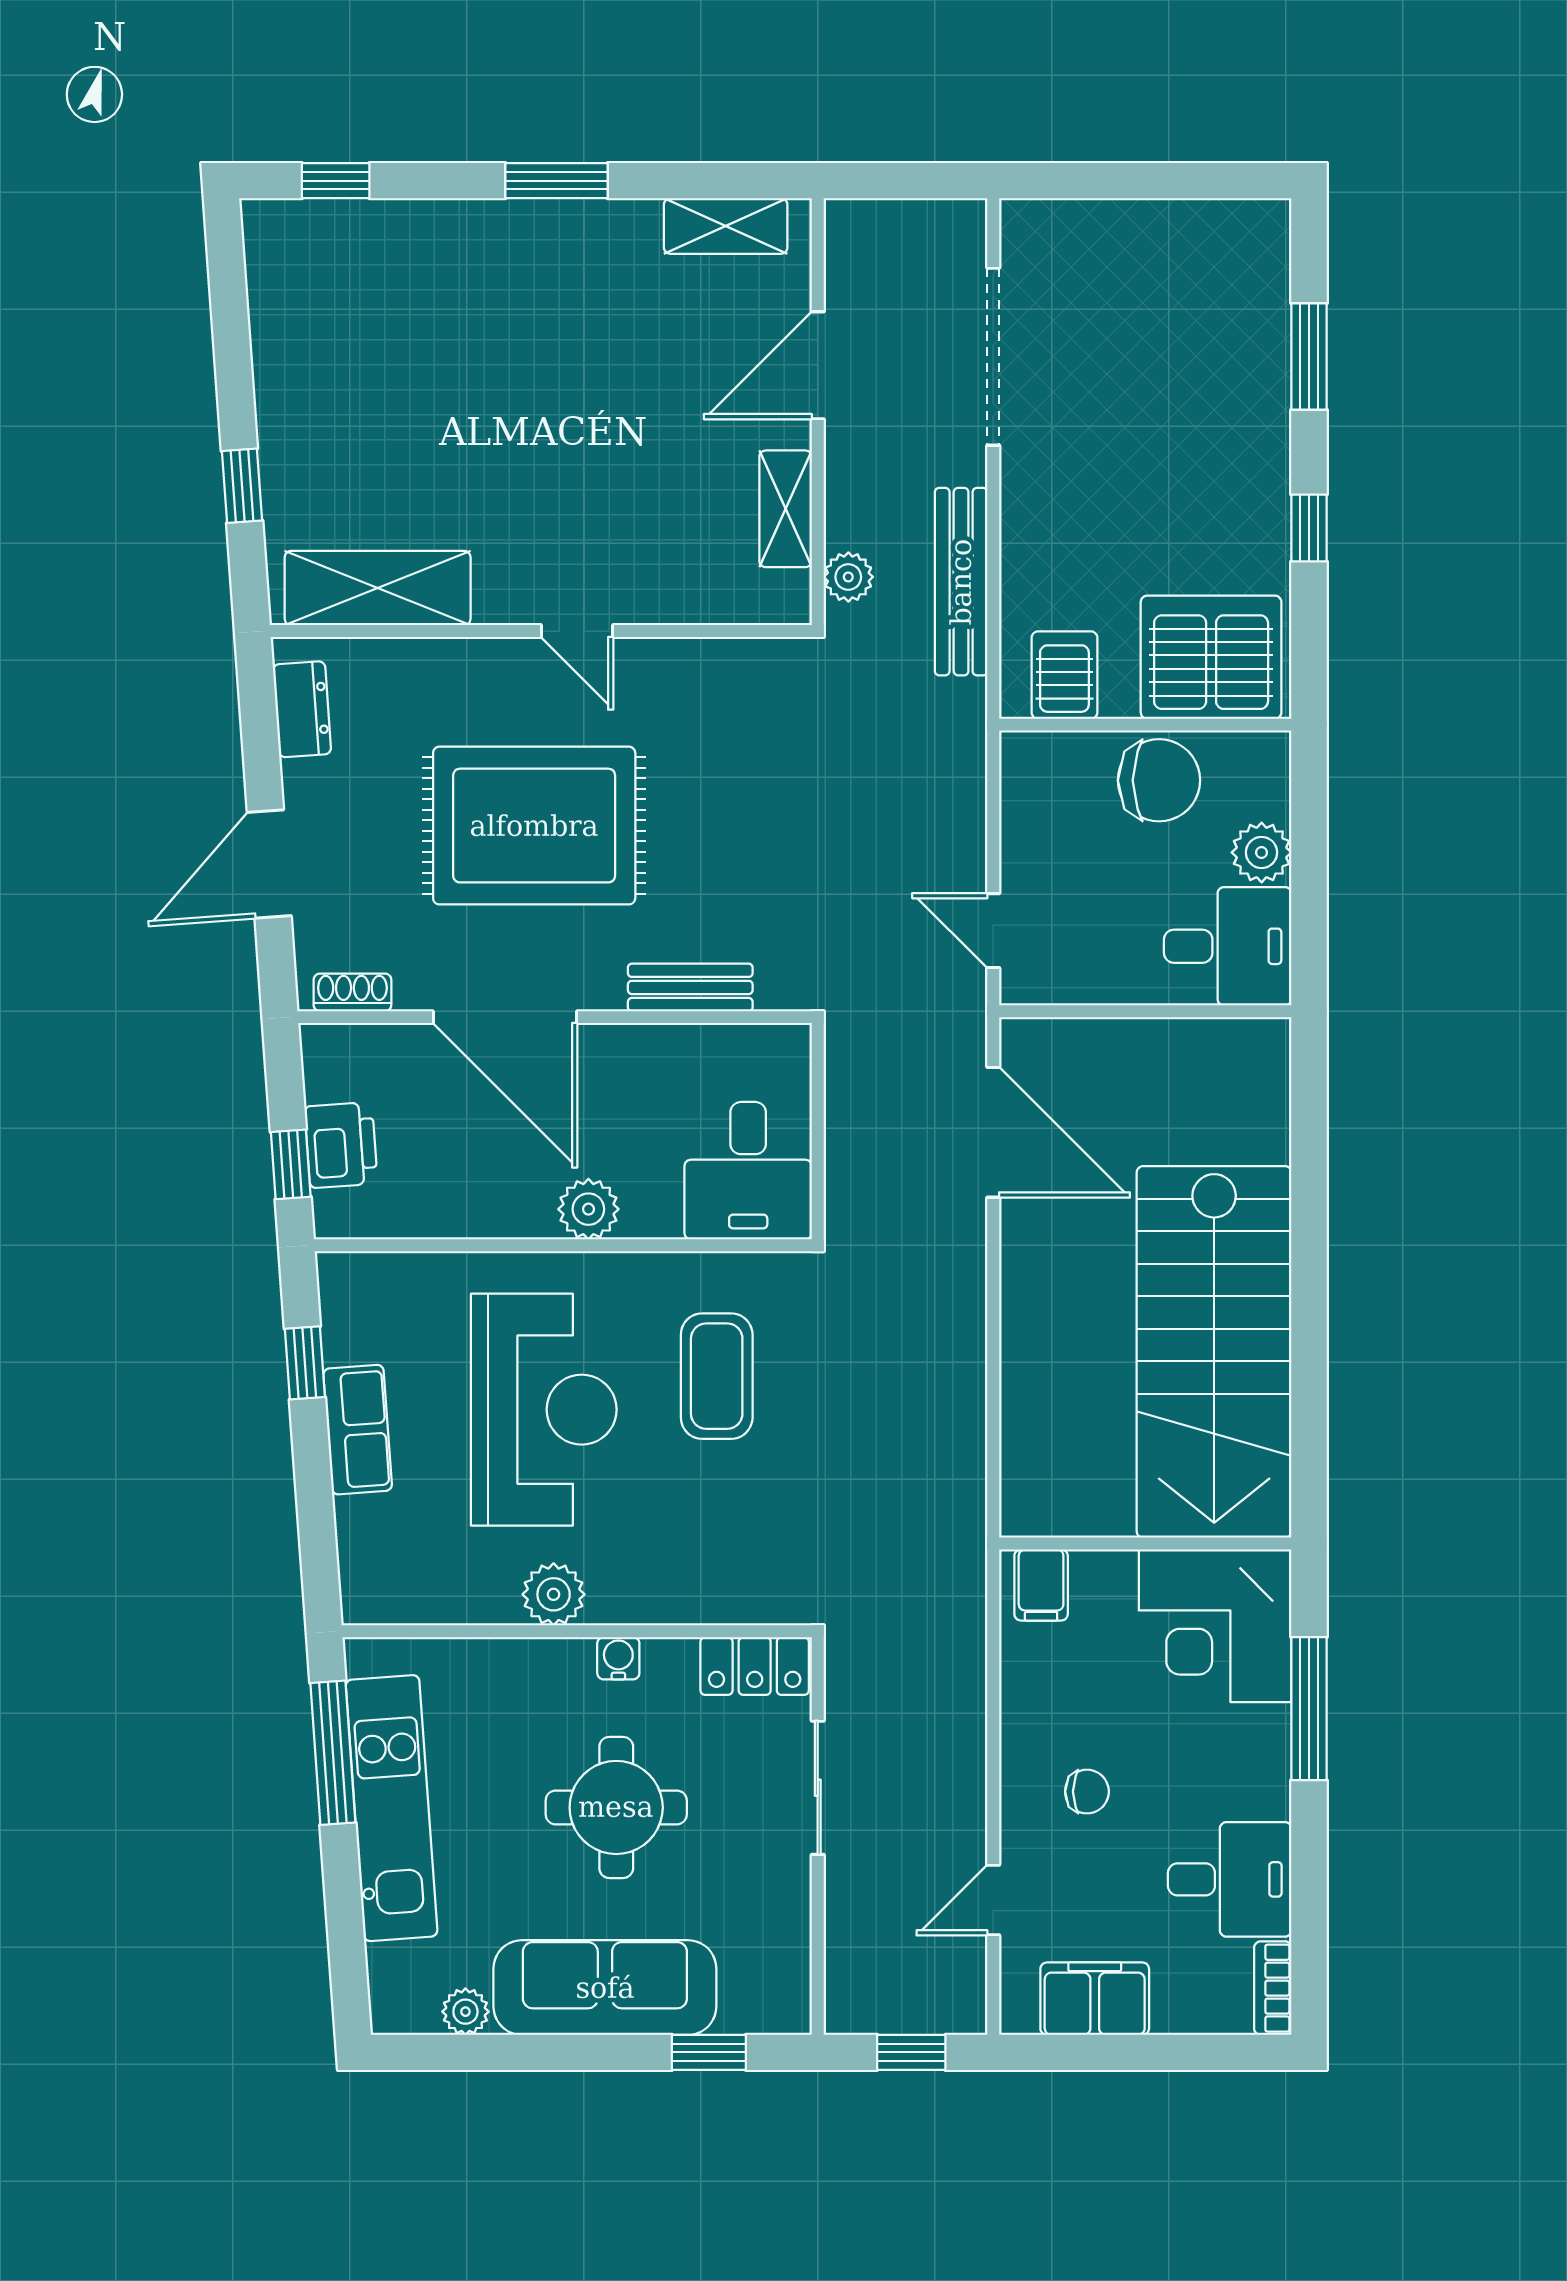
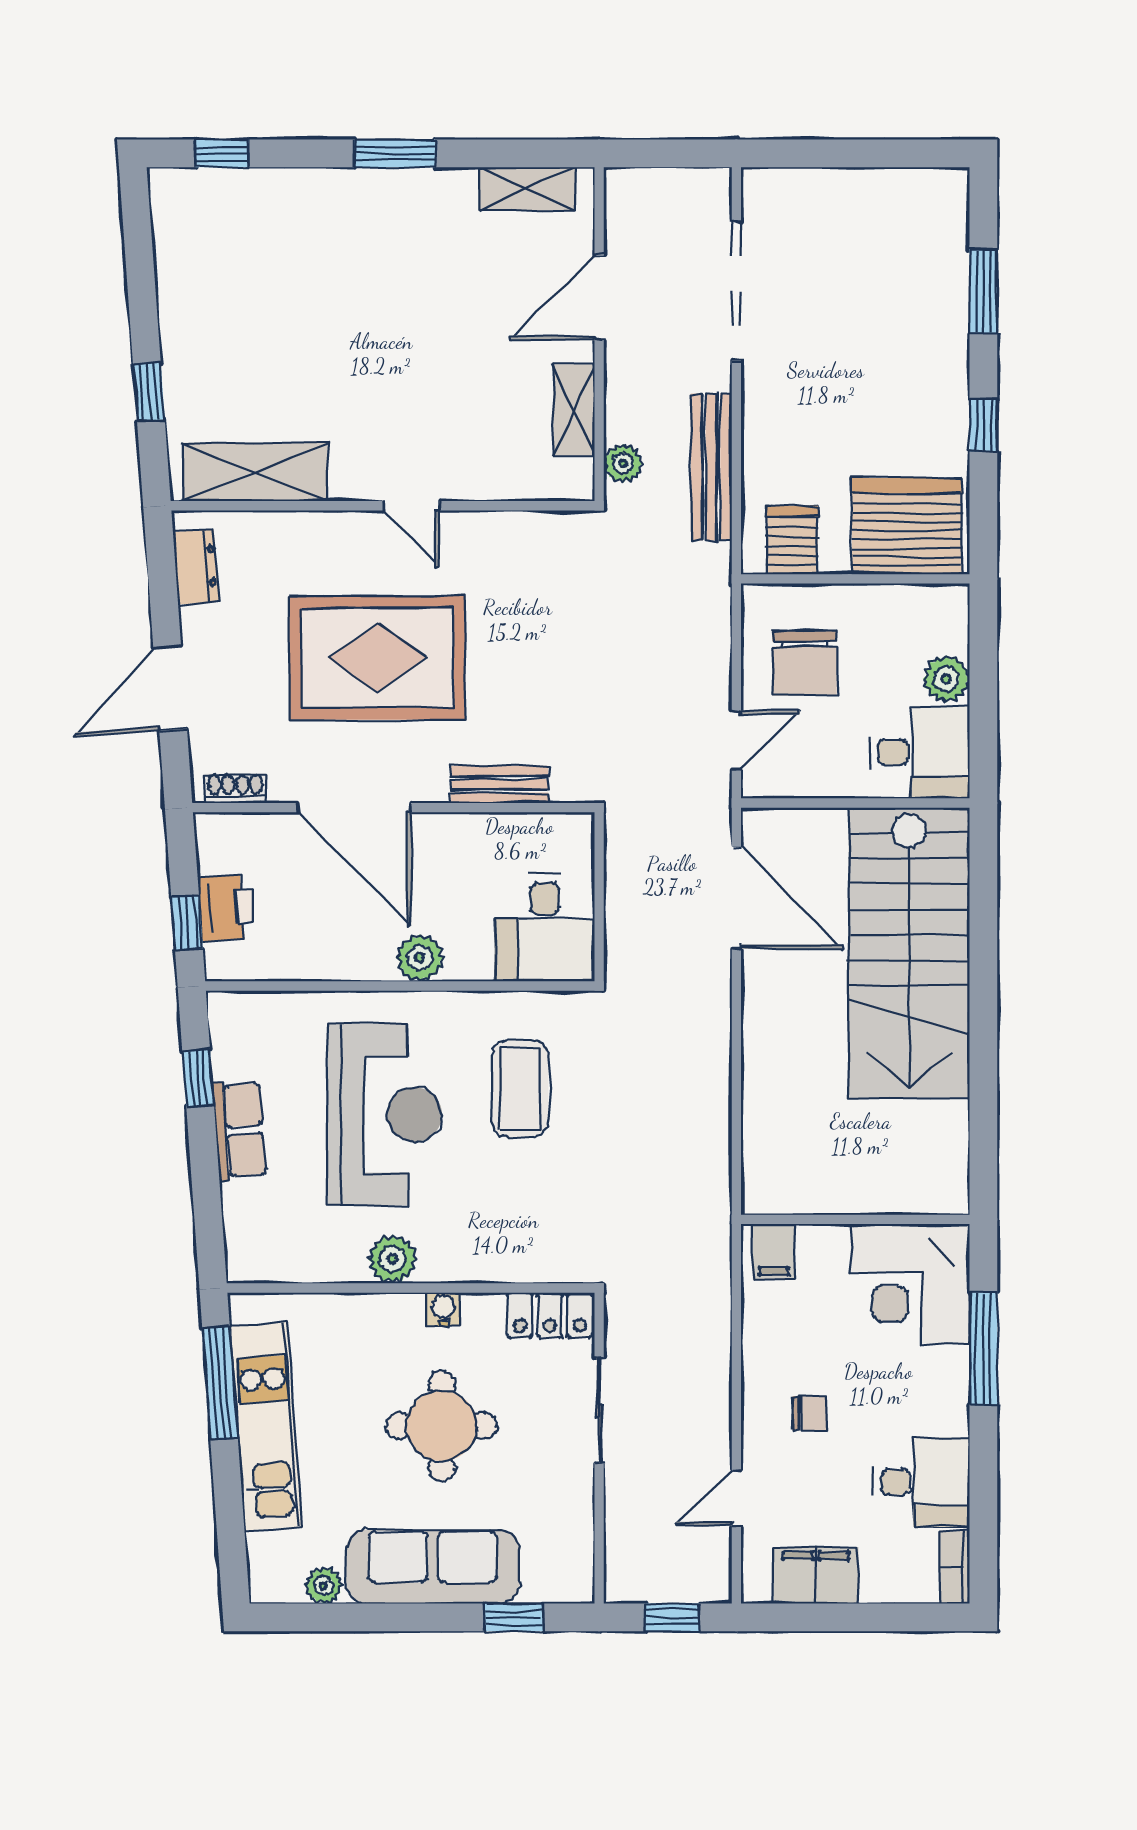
chair: (1159, 780) -> (805, 663), moved, turned 90
door: (993, 931) -> (736, 740), swing flipped
stairs: (1214, 1352) -> (909, 953), moved

